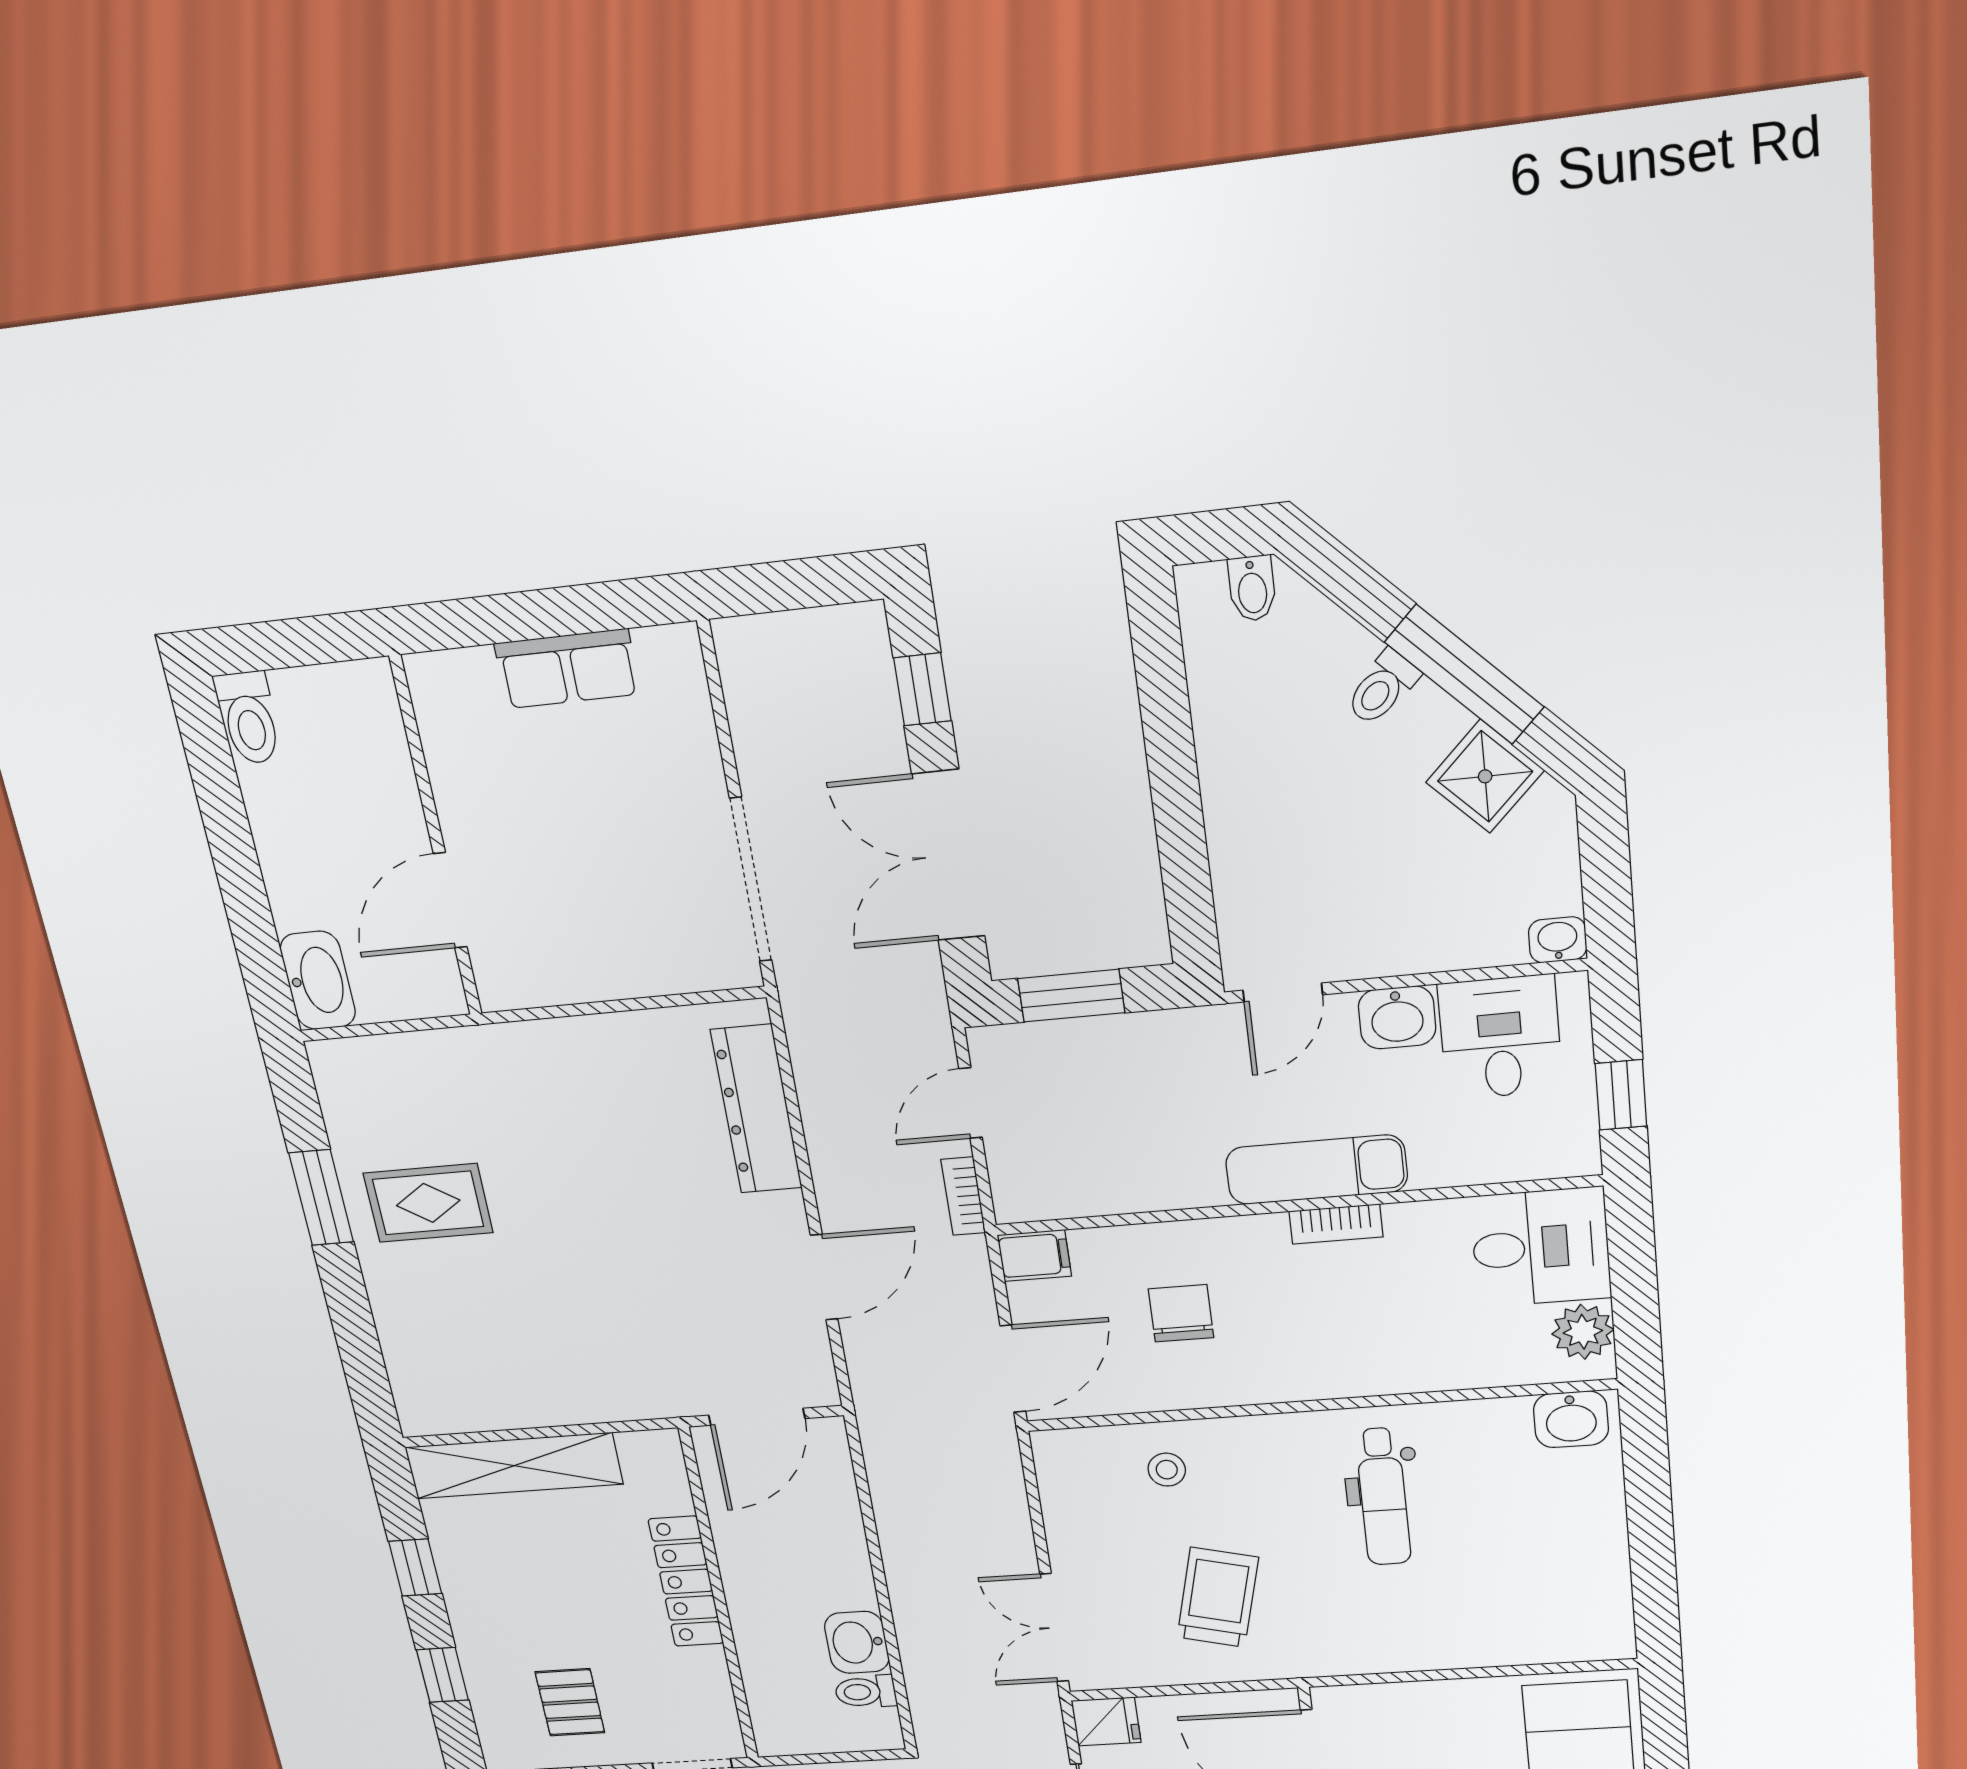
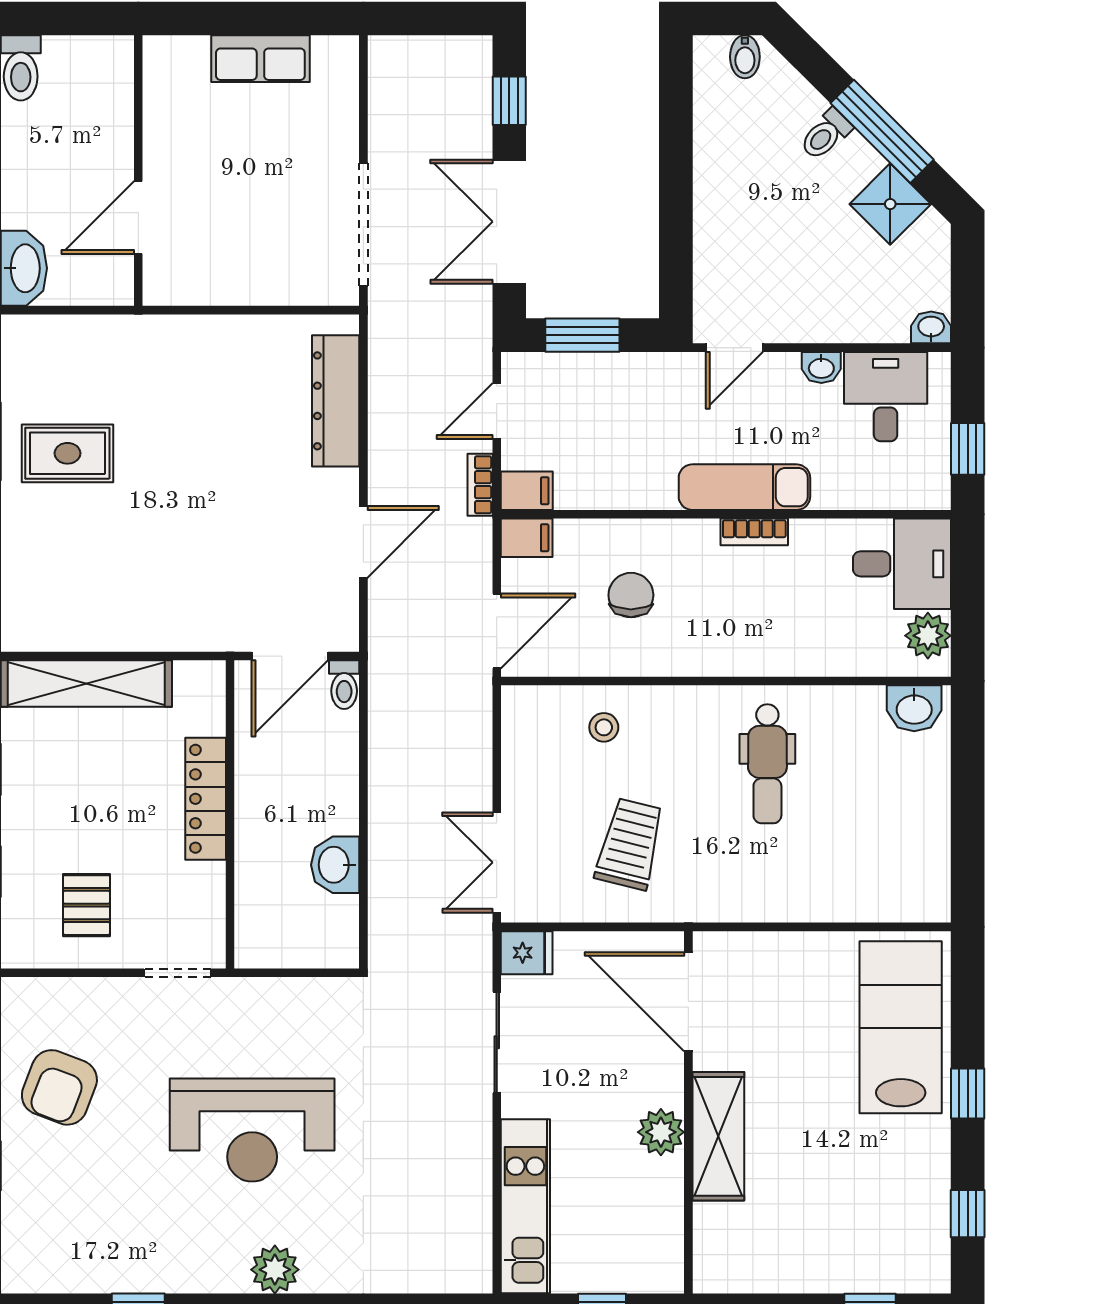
washbasin: (1397, 1017) -> (821, 367), width x0.72, depth x0.69
filing cabinet: (1026, 1198) -> (527, 491), added
toilet: (866, 1692) -> (344, 685), moved, turned -90

